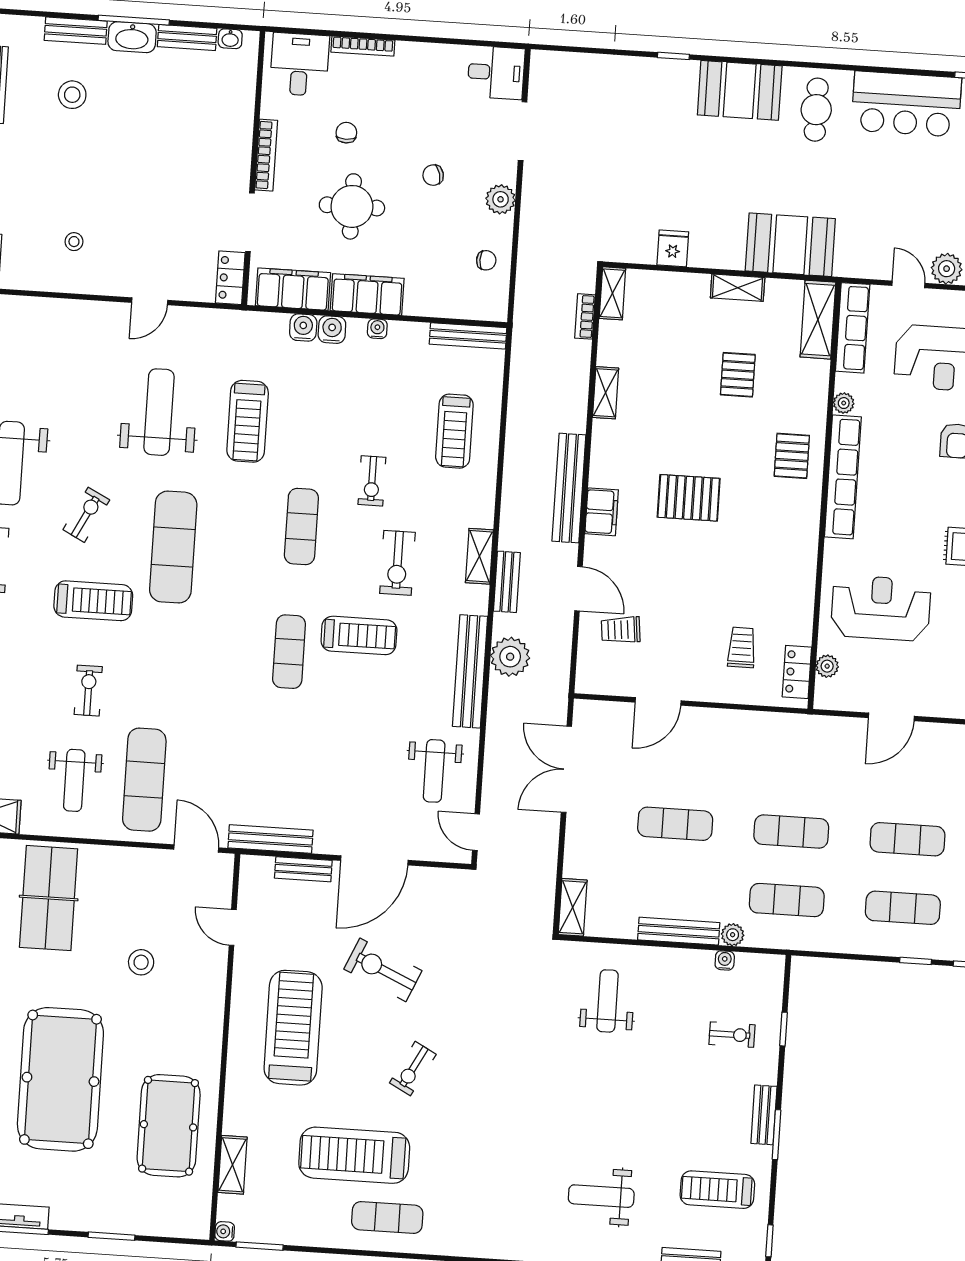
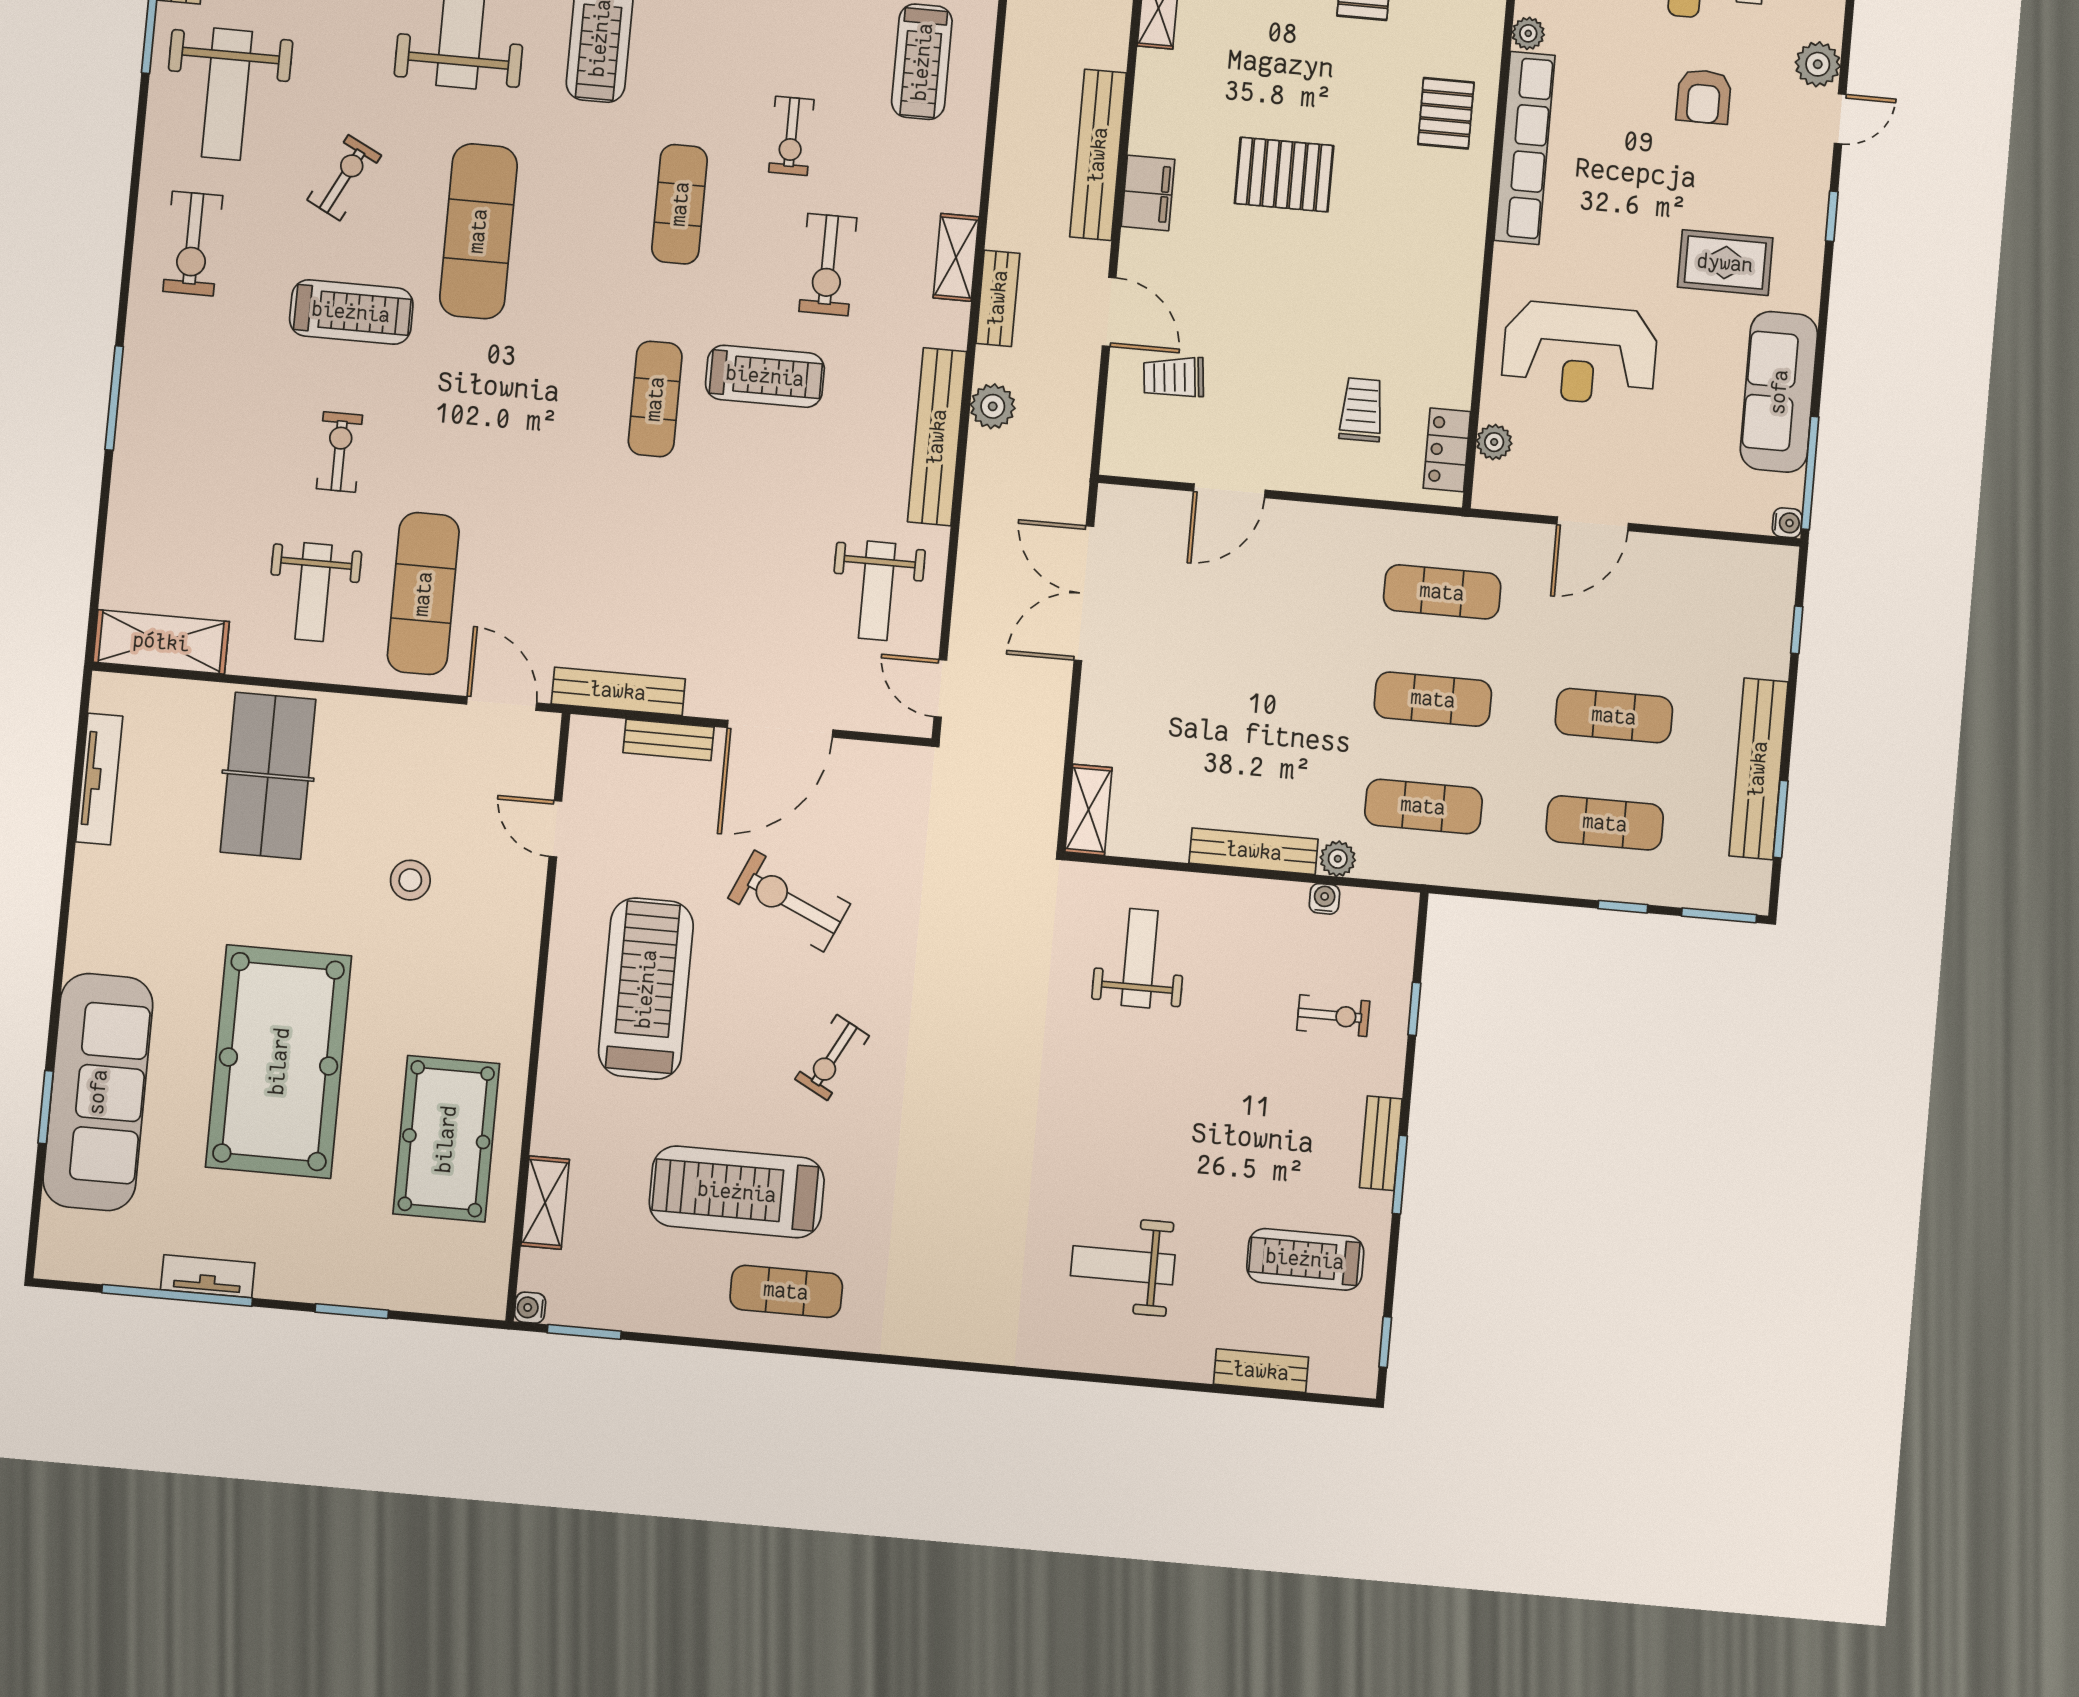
reception desk: (881, 608) -> (1580, 354), turned 180
plant: (510, 657) -> (993, 406), width x0.73, depth x0.73
exercise mat: (675, 824) -> (1442, 592), moved

